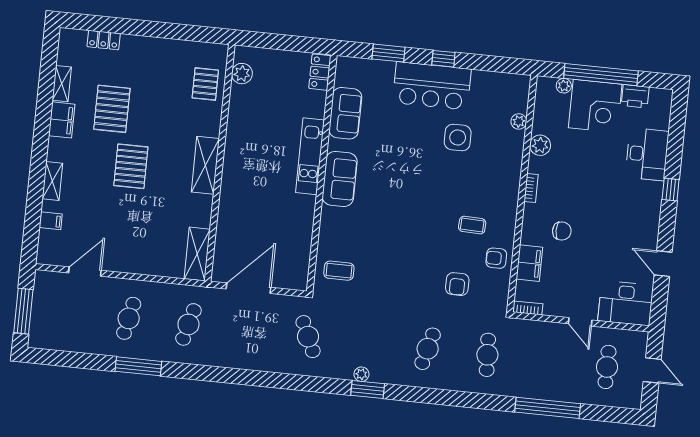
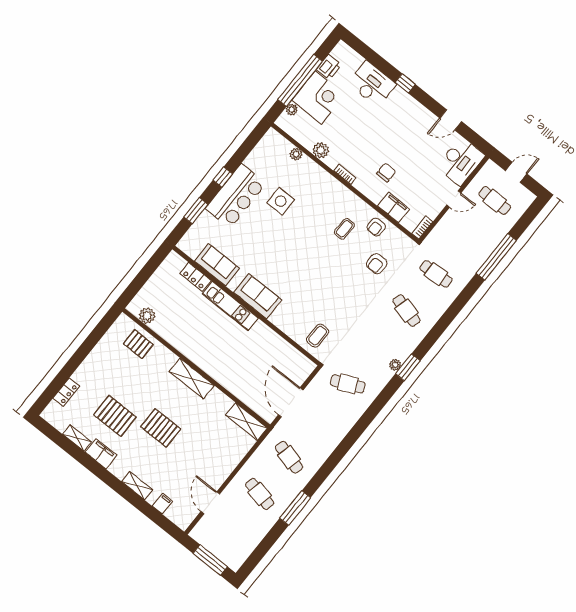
locker: (320, 72) -> (196, 277), moved
armchair: (457, 284) -> (377, 264), turned 90

